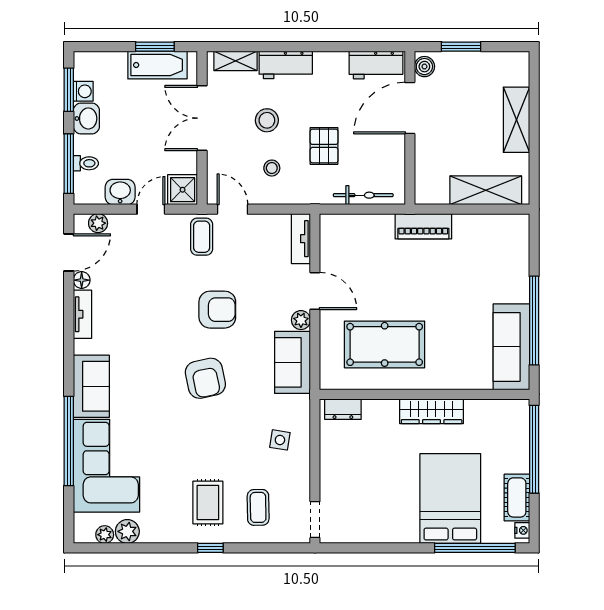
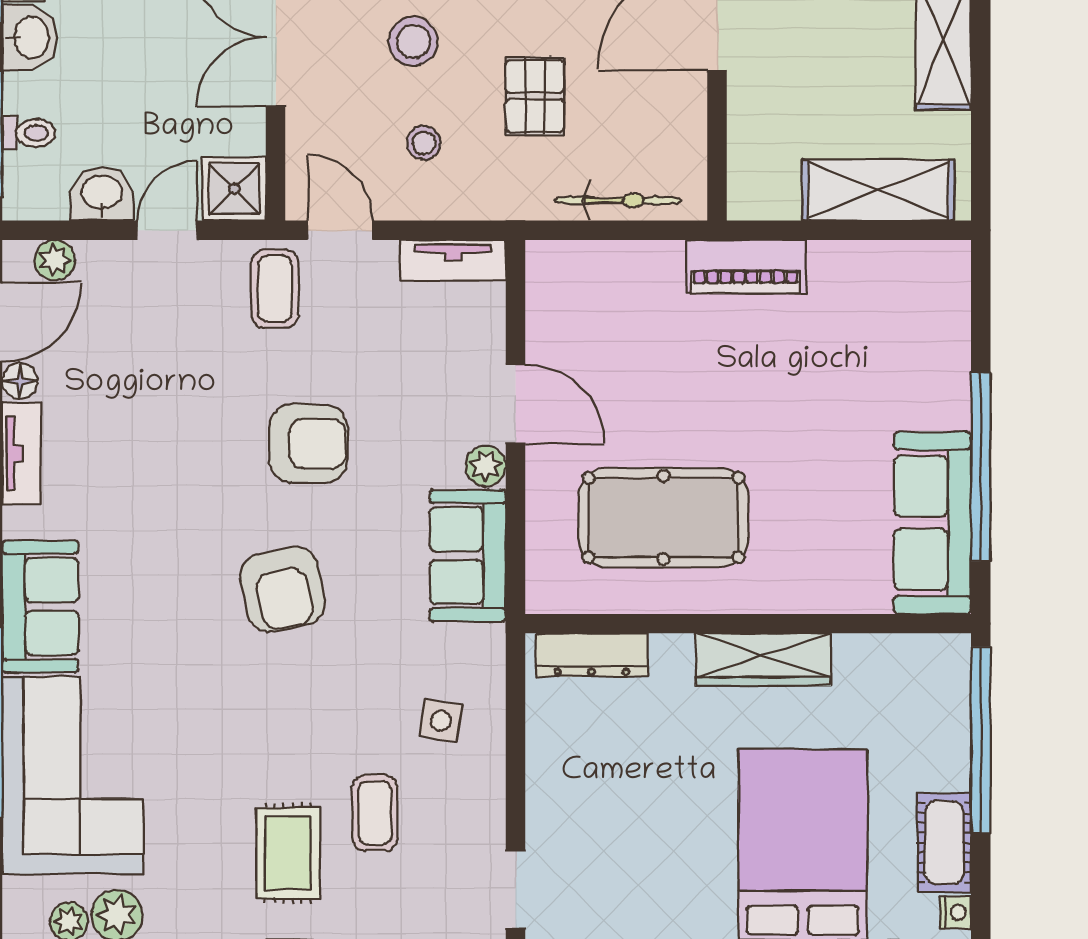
tv unit: (301, 239) -> (453, 260), moved, turned -90
dresser: (343, 409) -> (592, 655), width x1.44
coffee table: (258, 507) -> (375, 813), moved

